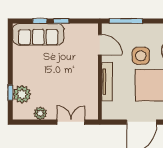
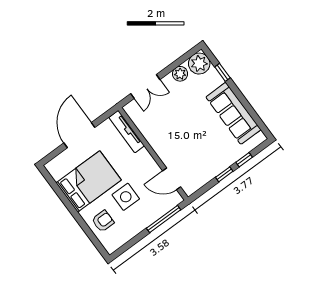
sofa: (38, 34) -> (233, 113), moved, turned -90
tv unit: (107, 82) -> (127, 132), moved
plant: (22, 94) -> (199, 64), moved

